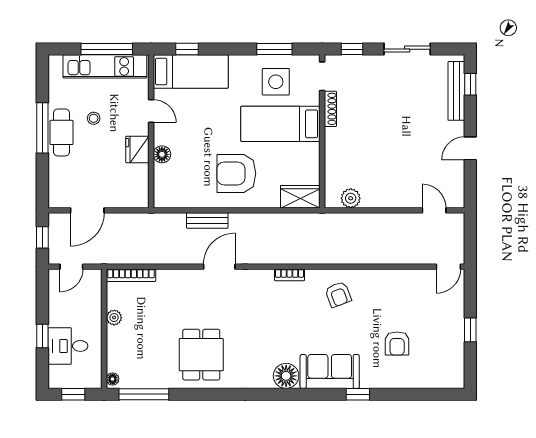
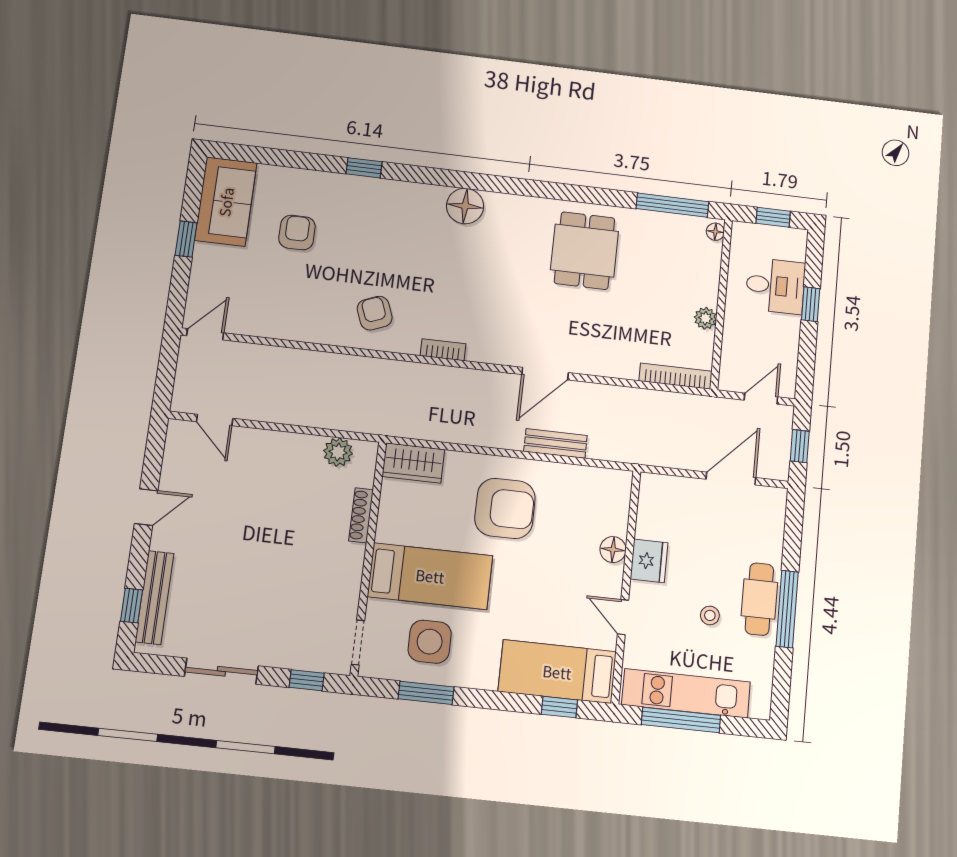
shoe rack: (330, 109) -> (361, 515), moved
sofa: (330, 371) -> (226, 202), moved, turned -90

